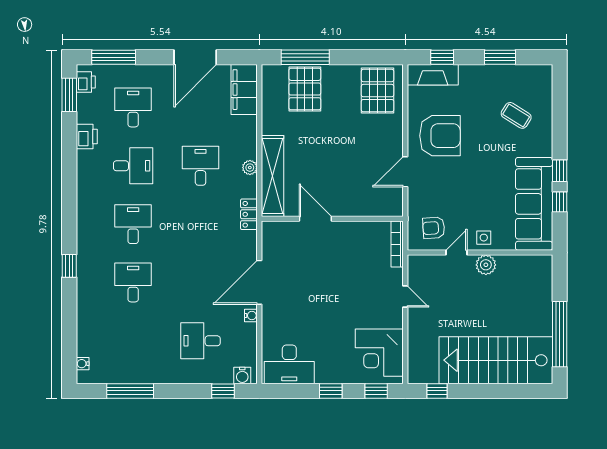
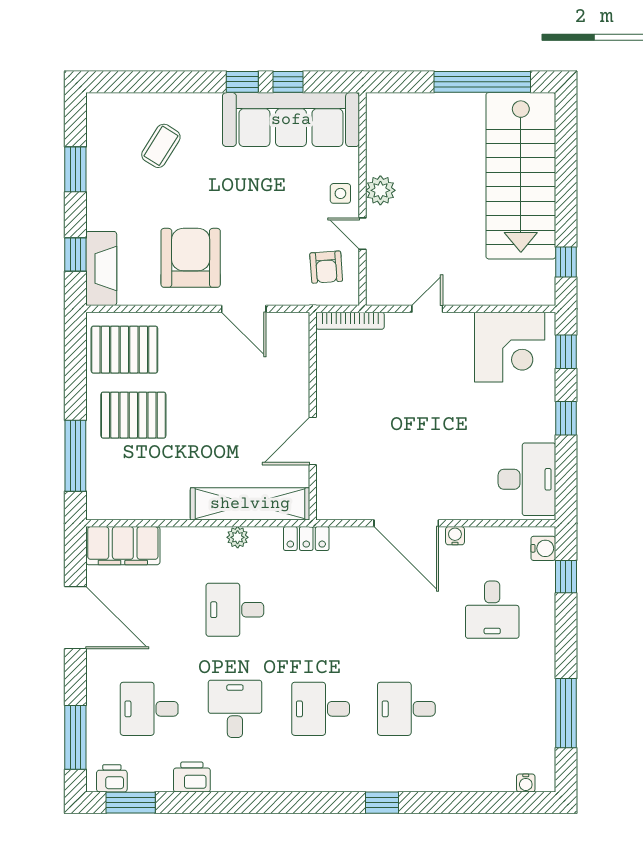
pallet: (305, 89) -> (133, 415), moved

